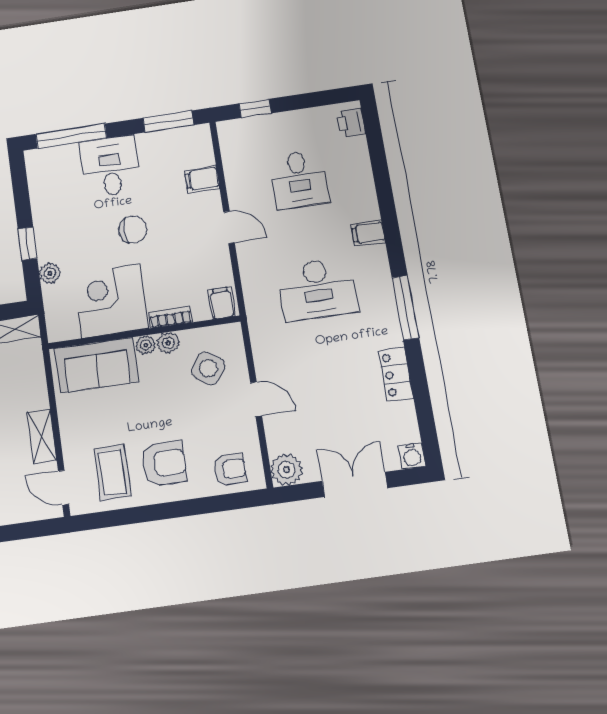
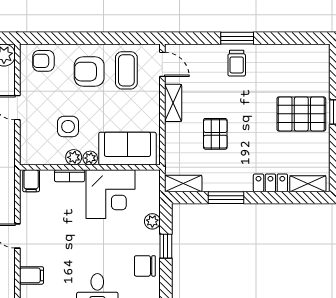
chair: (133, 230) -> (145, 266), moved
side table: (208, 368) -> (68, 127), moved, turned -35

